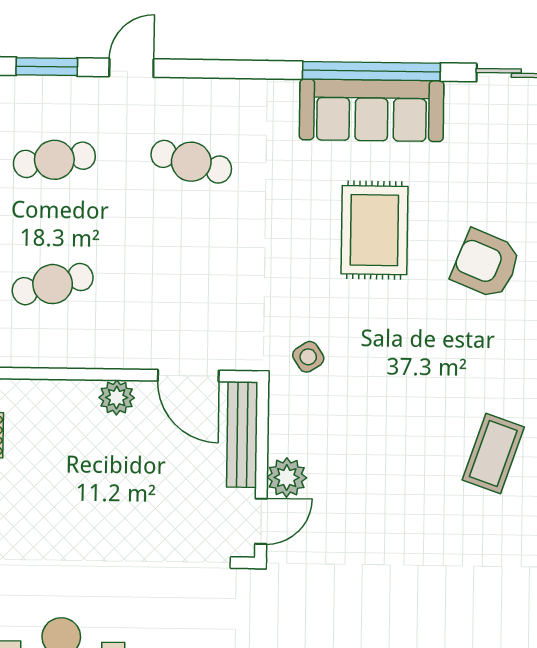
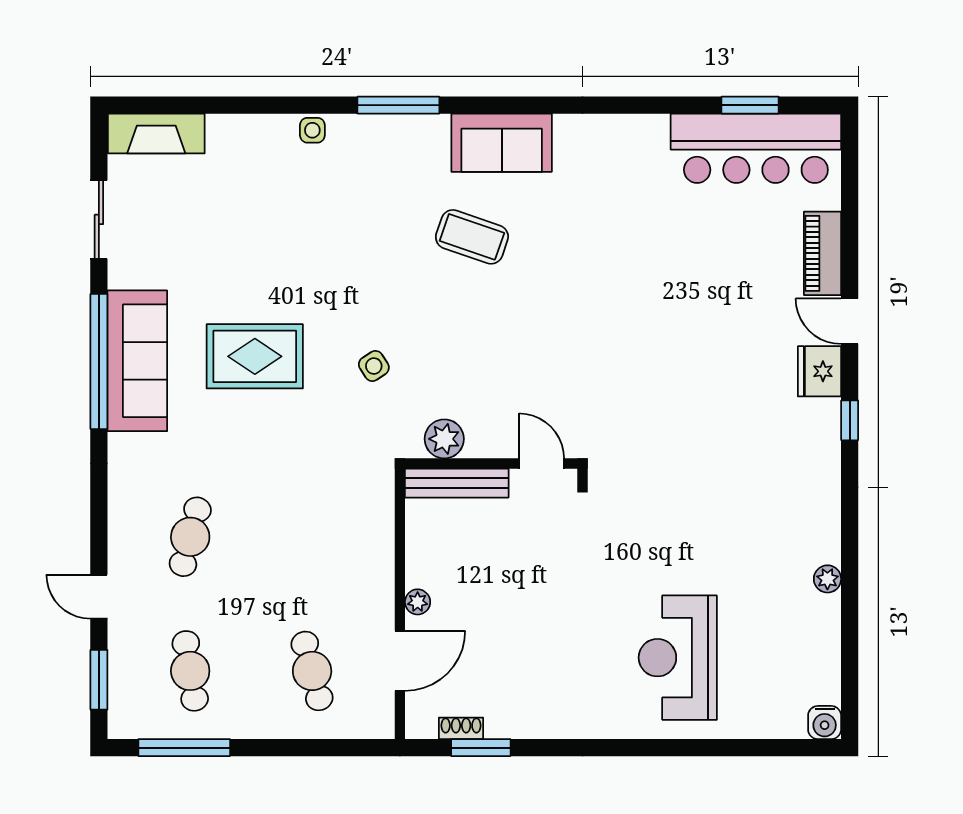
armchair: (486, 264) -> (286, 247), removed
side table: (308, 357) -> (374, 366), moved
door: (188, 376) -> (400, 661), moved
plant: (117, 398) -> (418, 602), width x0.73, depth x0.73
plant: (287, 477) -> (444, 439), moved

